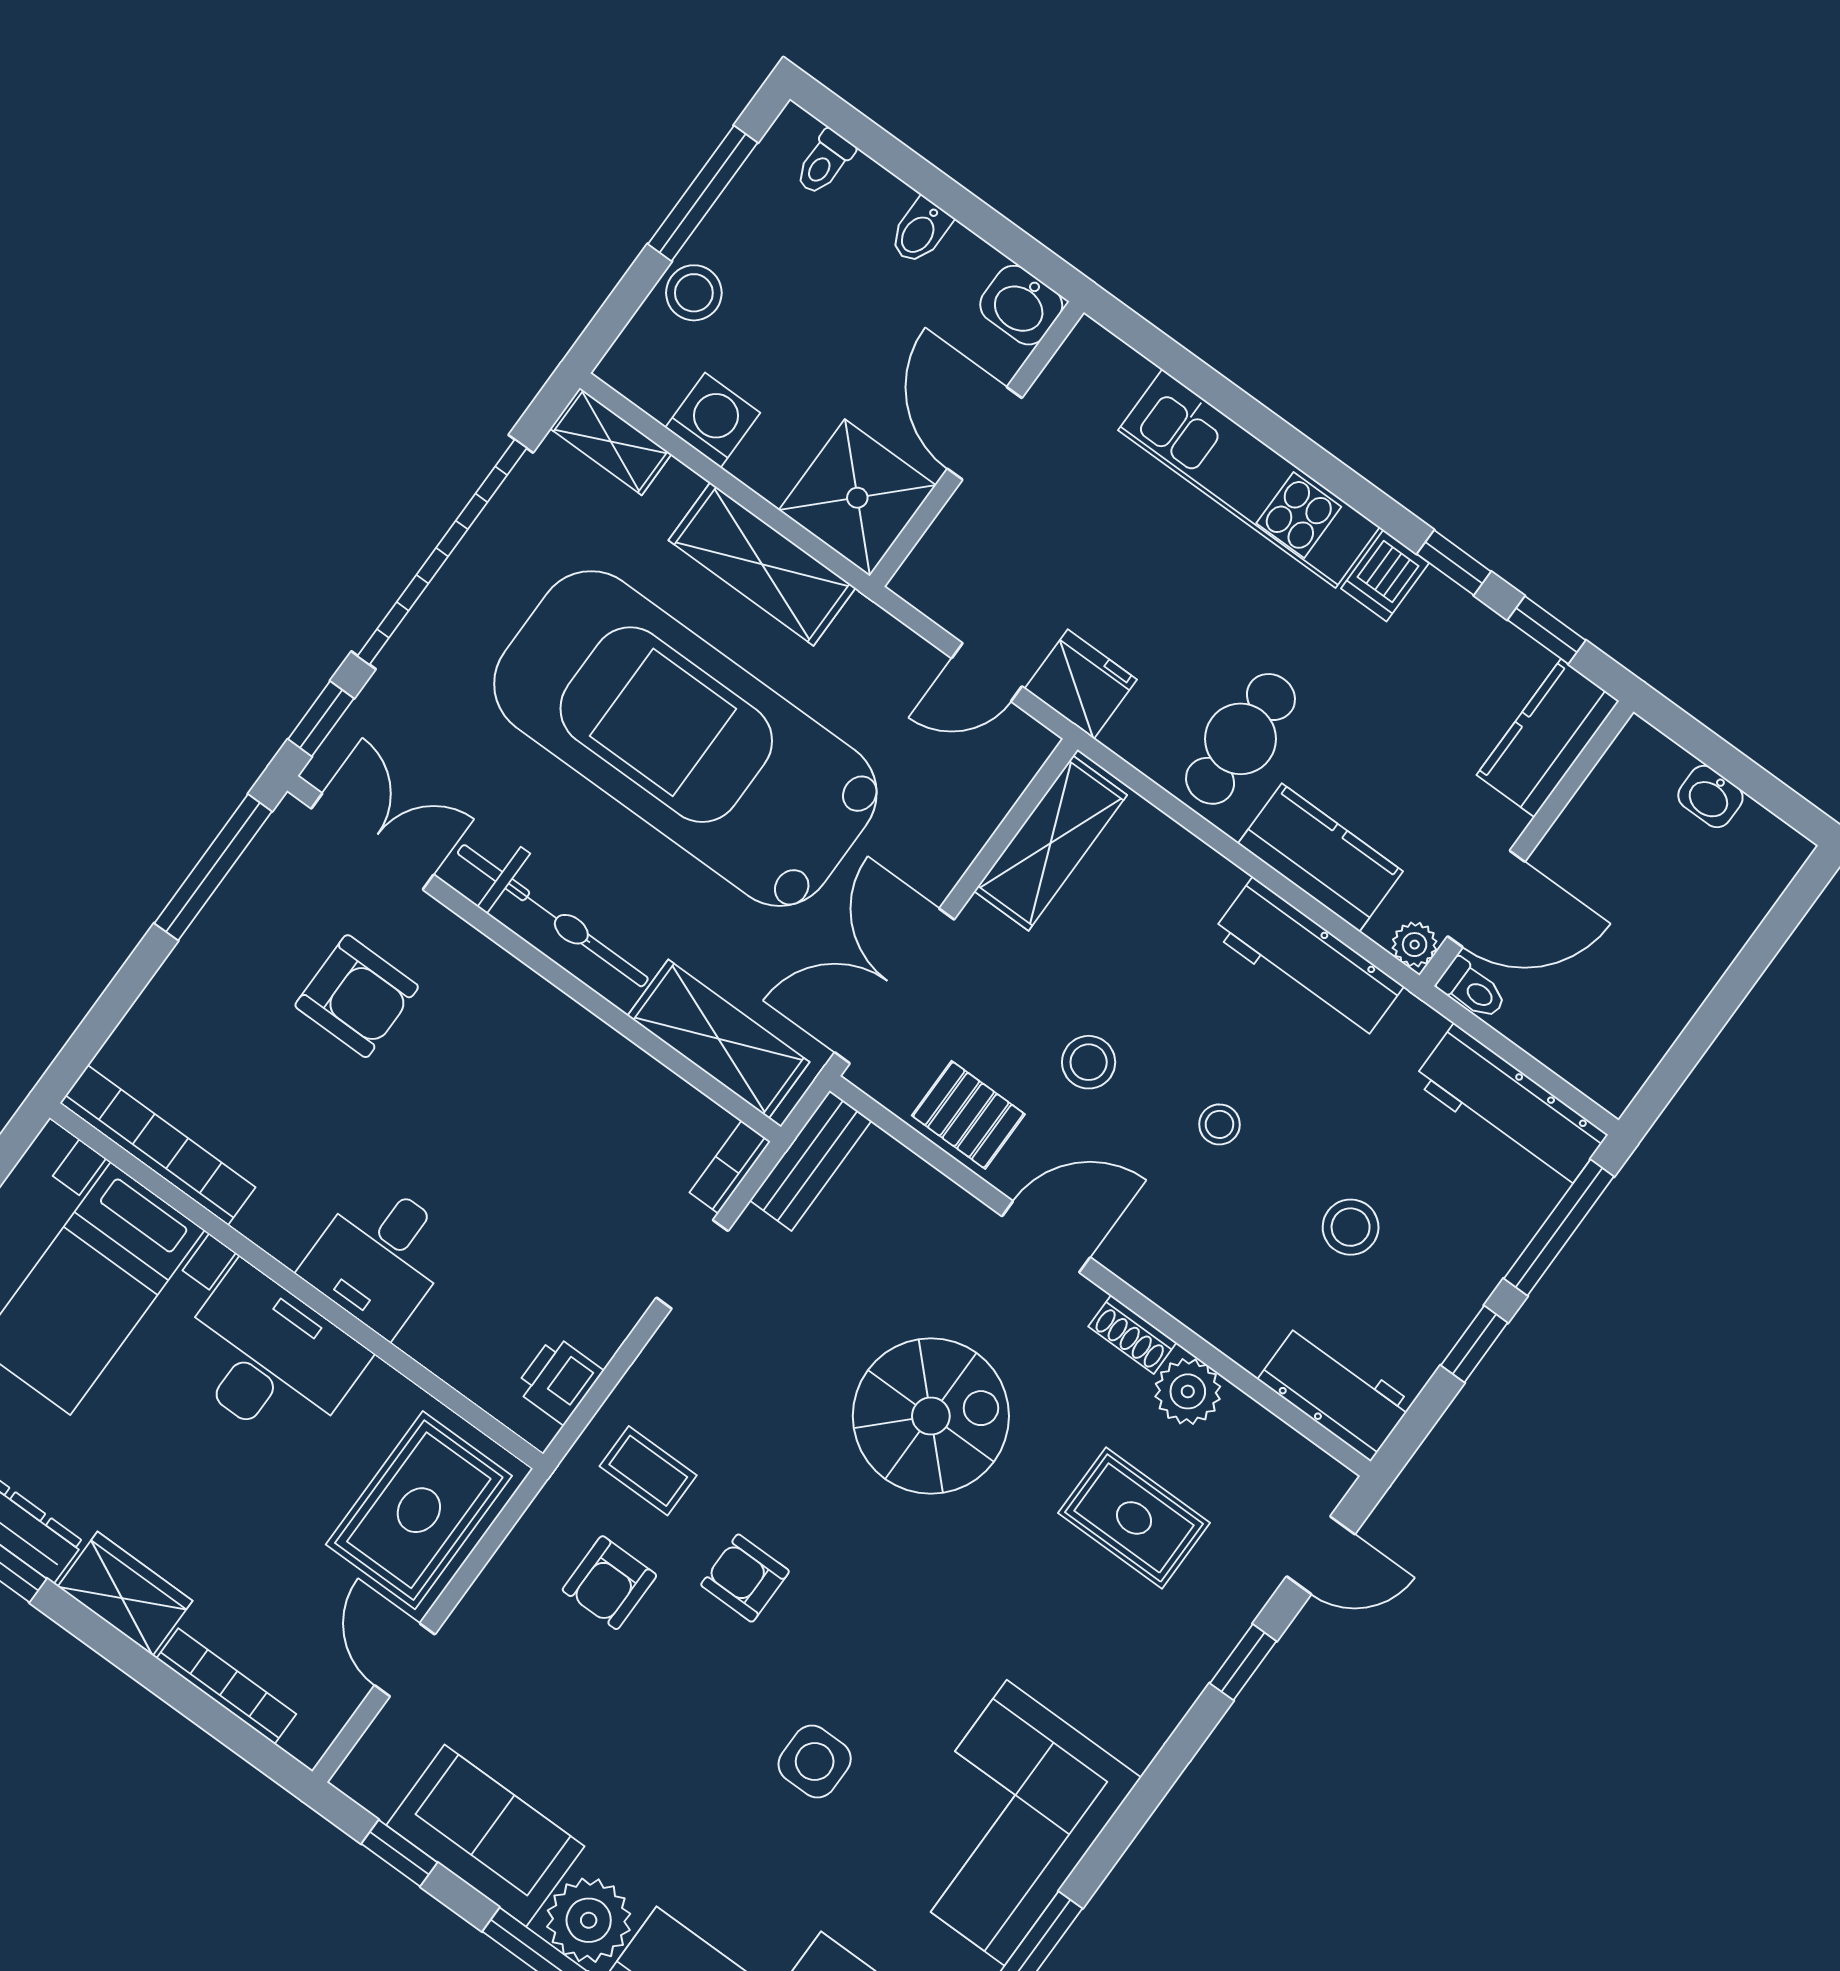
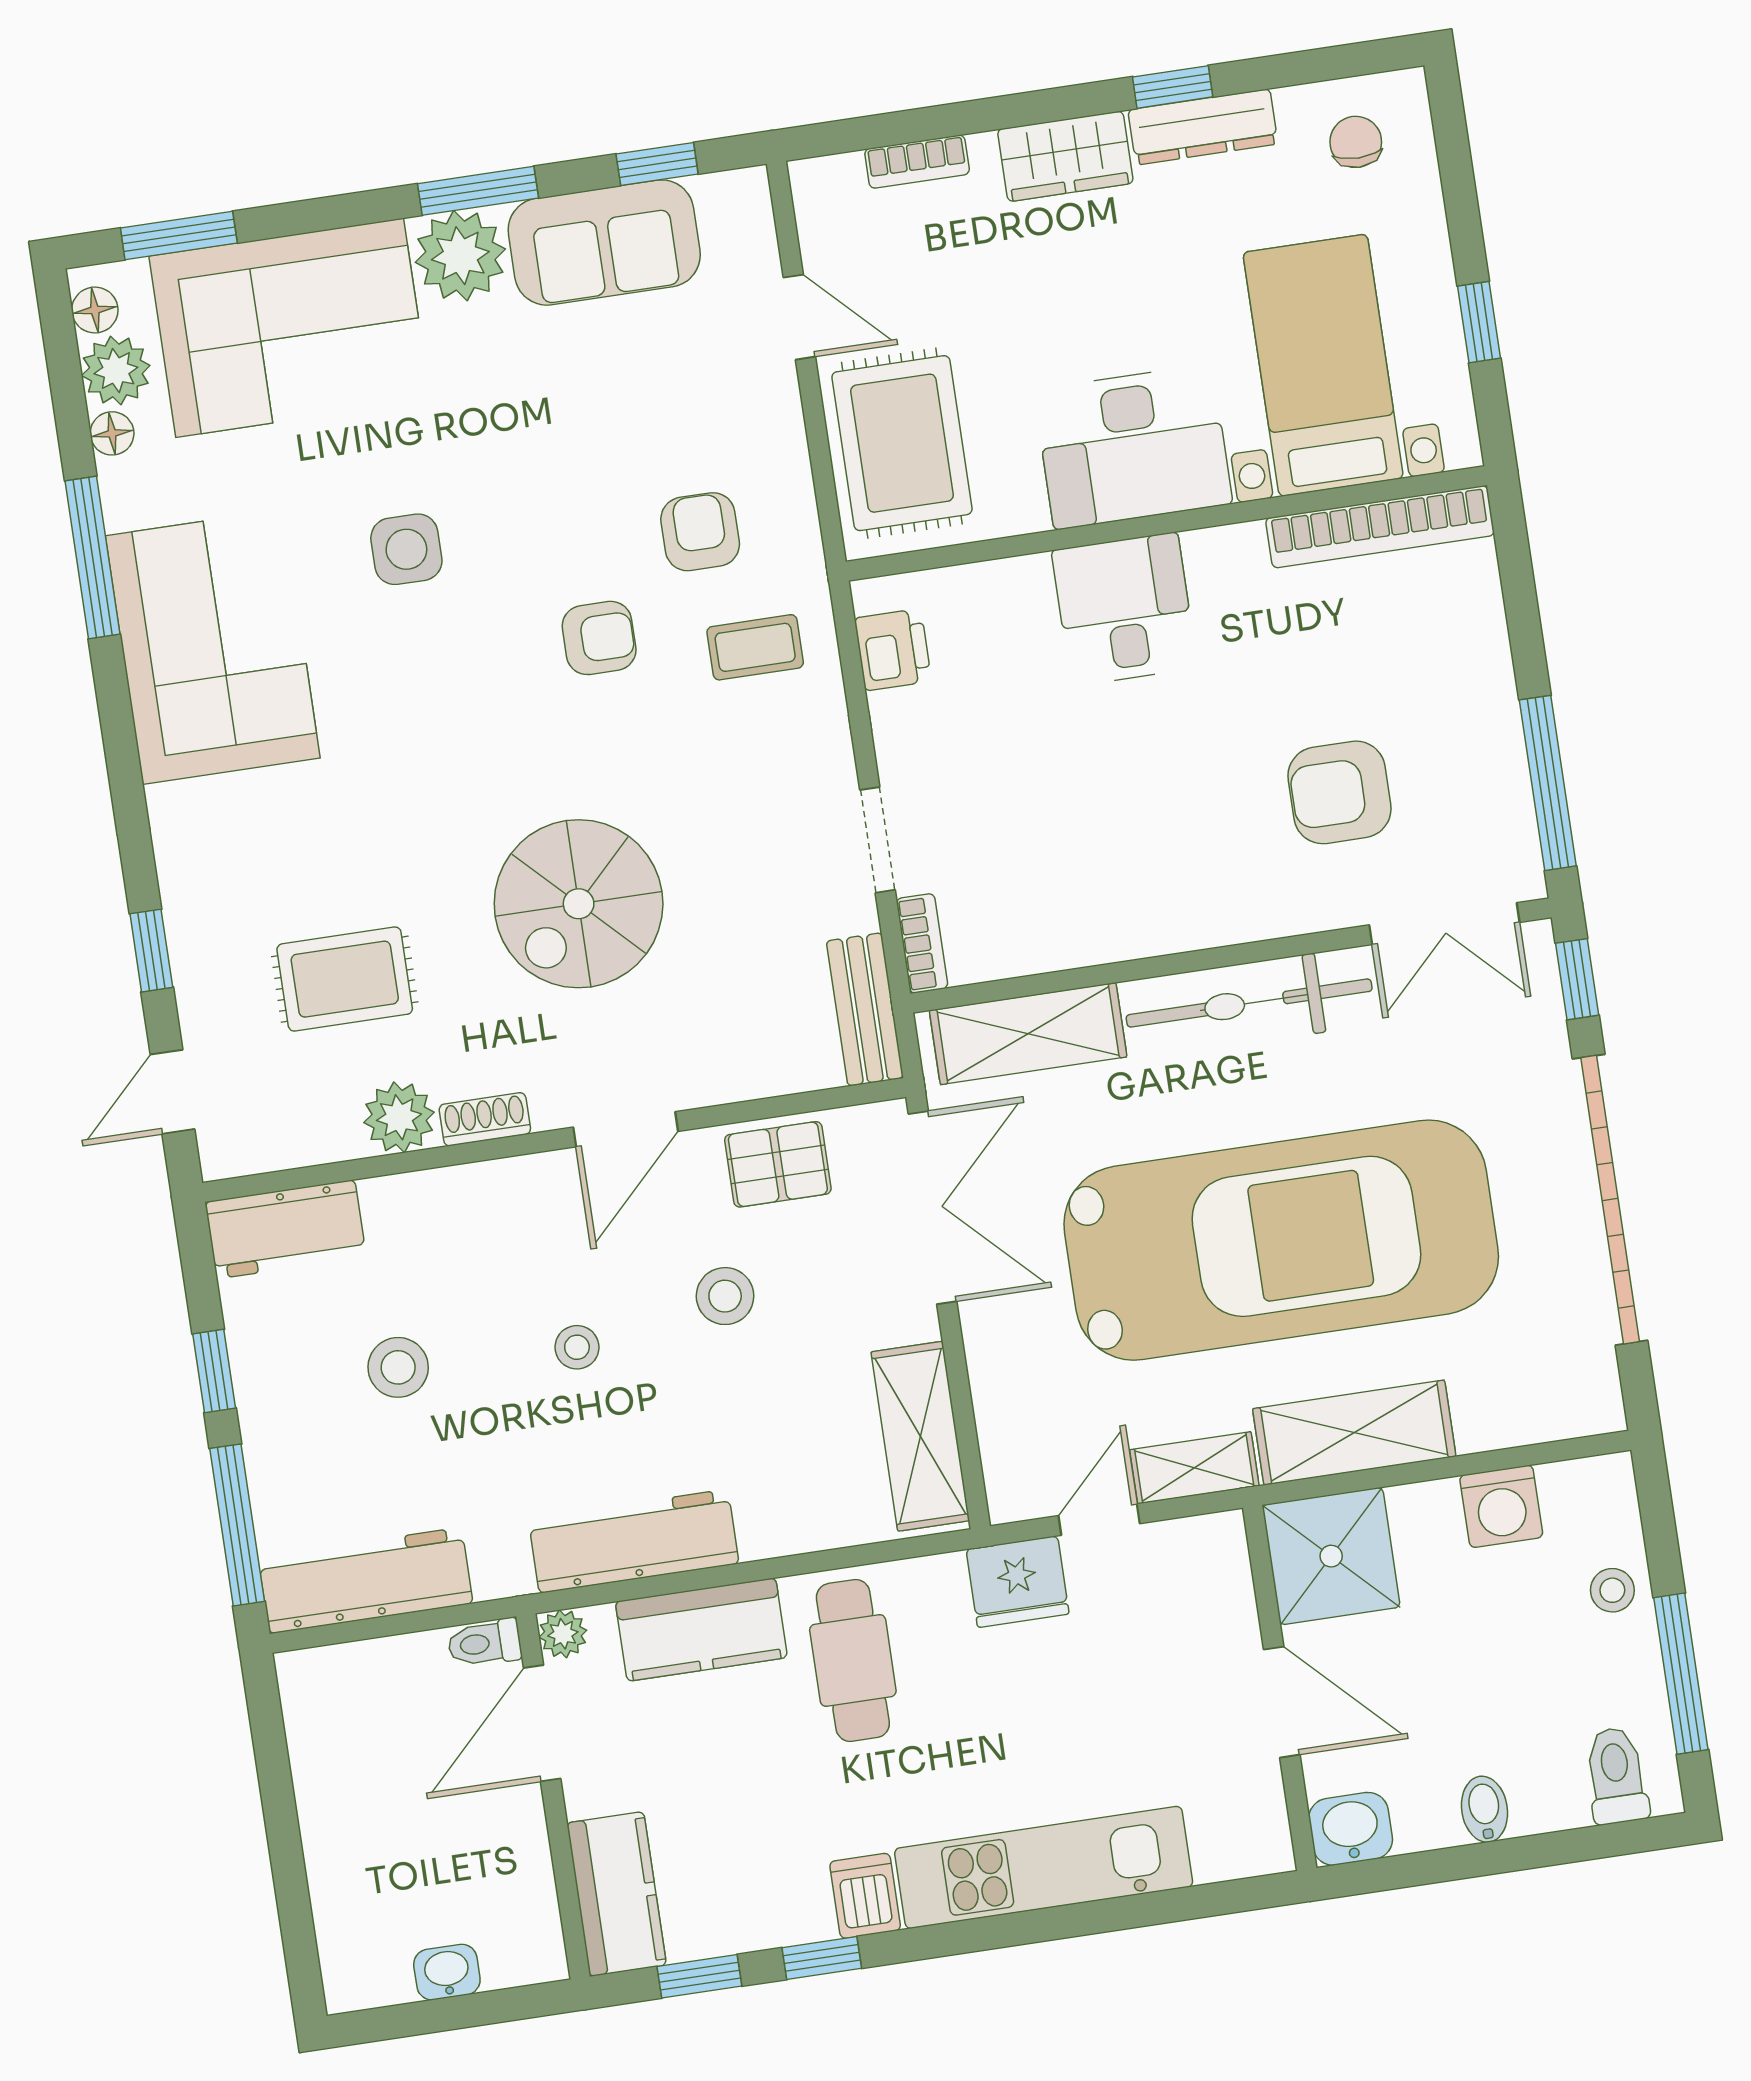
toilet: (824, 162) -> (1616, 1776), width x1.37, depth x1.39
stool: (694, 293) -> (1612, 1590), width x0.73, depth x0.73
shelving: (611, 441) -> (1194, 1468), moved
bookcase: (226, 1686) -> (917, 162), width x0.64

